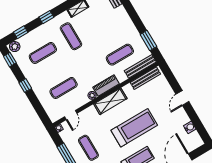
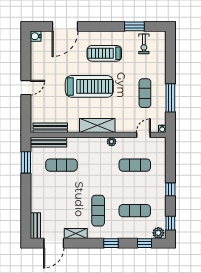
piano: (106, 85) -> (92, 143), removed
water cooler: (190, 127) -> (36, 36), moved
treadmill: (134, 128) -> (89, 86), turned 180

